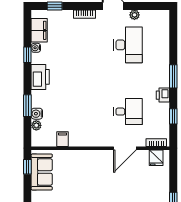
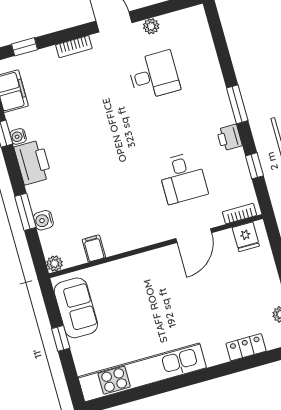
desk: (128, 45) -> (154, 75), width x0.73
water cooler: (36, 48) -> (18, 136), moved
desk: (128, 112) -> (183, 178), turned 90
plant: (36, 125) -> (55, 264), moved
window: (27, 167) -> (61, 338), moved

